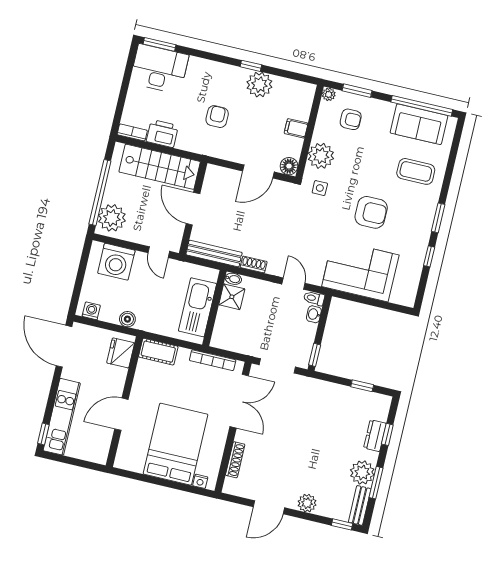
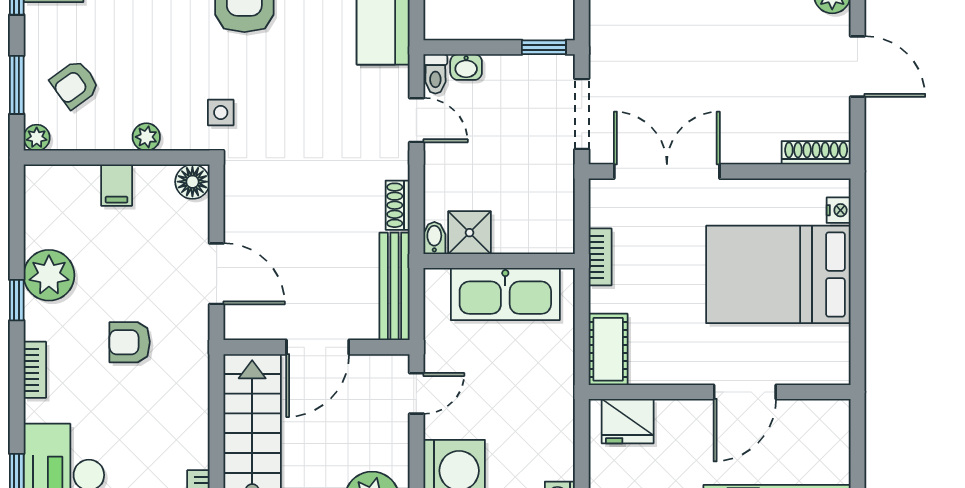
bookcase: (214, 67) -> (35, 370), added
armchair: (351, 119) -> (75, 84), turned -126
printer: (162, 133) -> (187, 440), removed
plant: (321, 156) -> (146, 137), width x0.53, depth x0.53
door: (258, 171) -> (217, 274), moved
door: (293, 284) -> (416, 120), swing flipped
boiler: (127, 319) -> (560, 423), removed
bookcase: (213, 360) -> (600, 257), width x0.64
door: (121, 414) -> (745, 392), hinge flipped
shoe rack: (235, 460) -> (816, 153), moved

